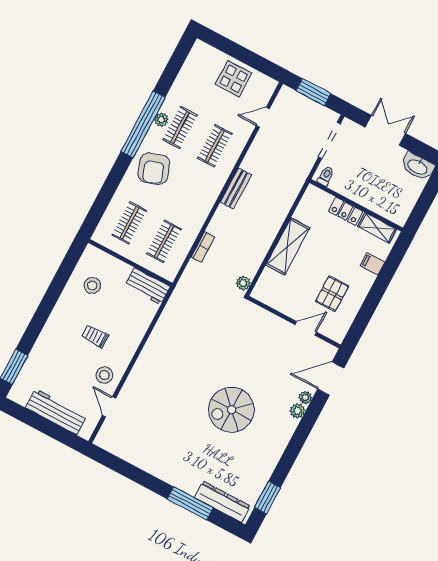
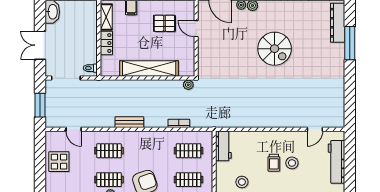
shelving: (288, 246) -> (149, 69), width x1.47
stool: (104, 375) -> (292, 163), moved

